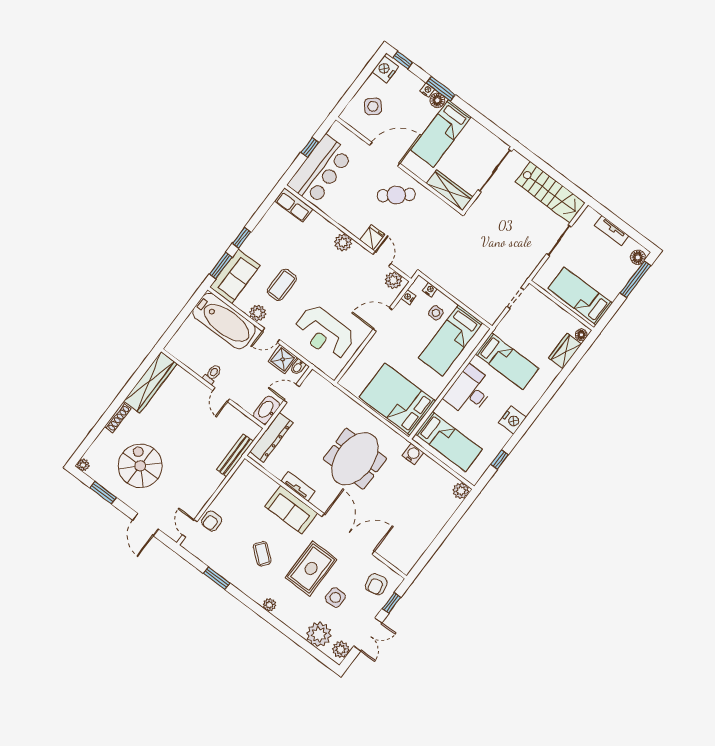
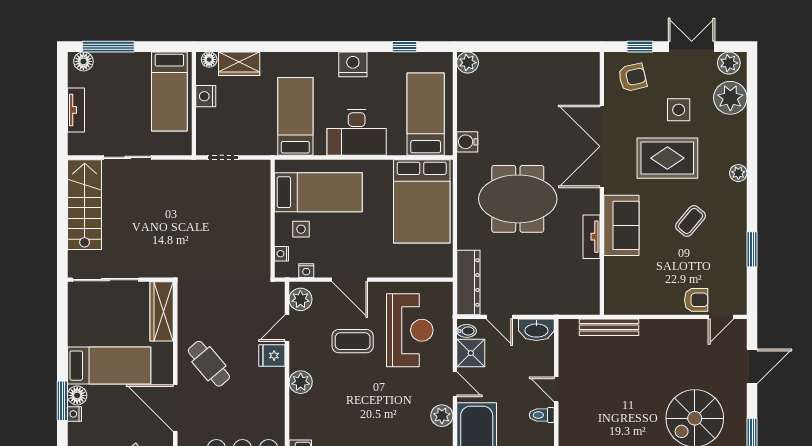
coffee table: (282, 285) -> (353, 341), moved
nightstand: (560, 316) -> (206, 96), added
door: (221, 395) -> (556, 389), swing flipped
dresser: (271, 437) -> (468, 283), moved, turned 90

